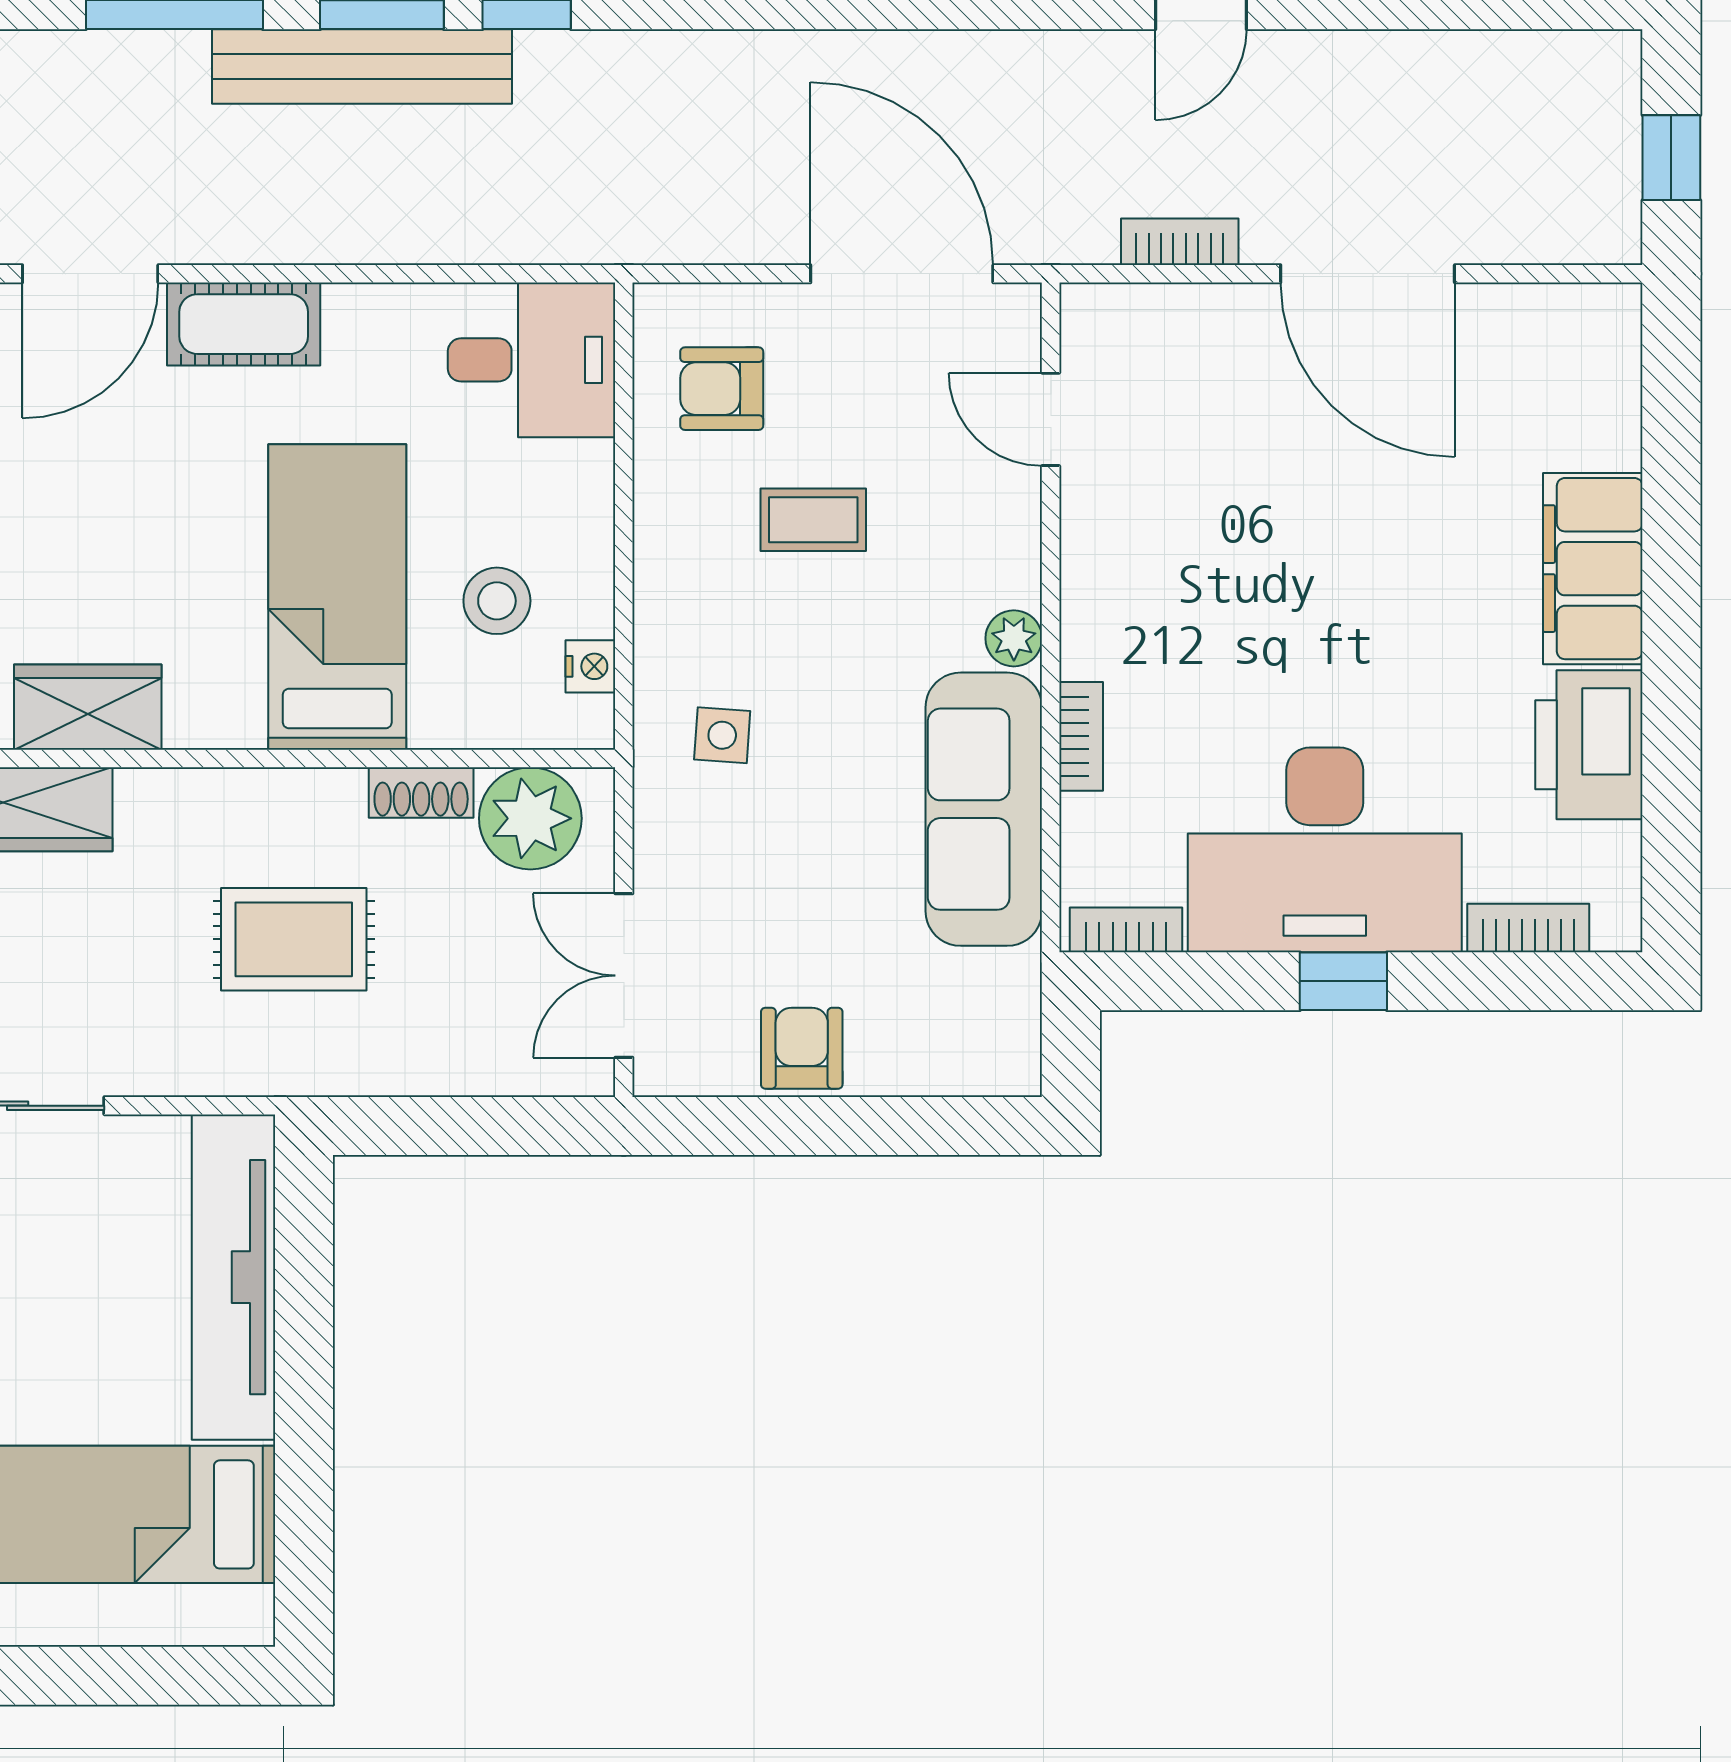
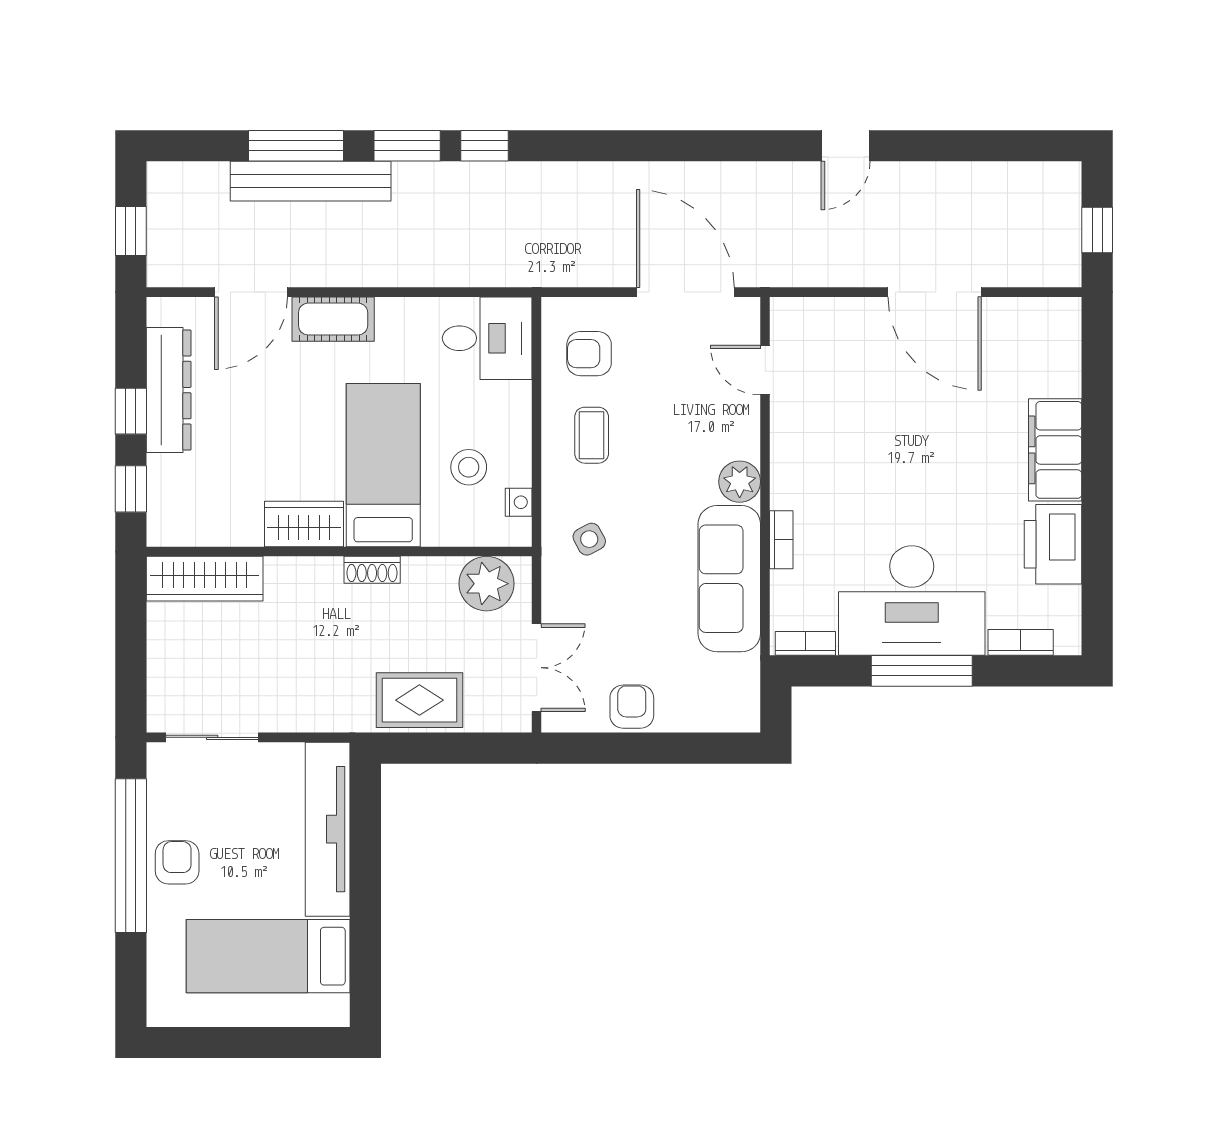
bench: (362, 67) -> (311, 181), moved
bookcase: (1180, 242) -> (834, 275), removed
coffee table: (813, 520) -> (592, 435), moved, turned 90
plant: (1014, 638) -> (740, 482), width x1.38, depth x1.38
wardrobe: (88, 707) -> (304, 524), moved
side table: (722, 735) -> (589, 539), turned -32
shoe rack: (421, 792) -> (372, 570), moved
rug: (294, 939) -> (419, 700), moved
double door: (624, 976) -> (537, 668), swing flipped
window: (1343, 981) -> (922, 671), width x2.17

